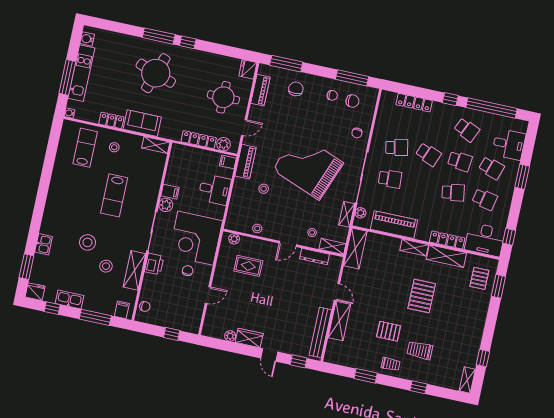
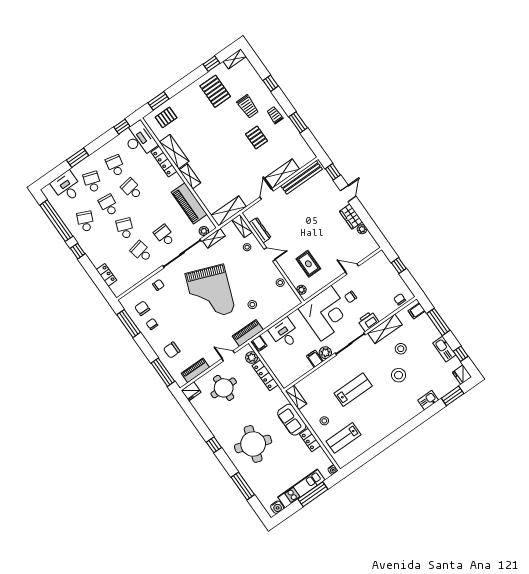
window: (159, 36) -> (243, 486), moved
locker: (414, 103) -> (106, 275), width x0.66
pallet: (422, 296) -> (215, 91), moved, turned 90

